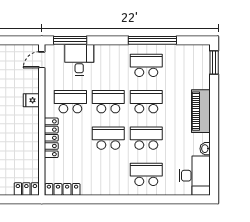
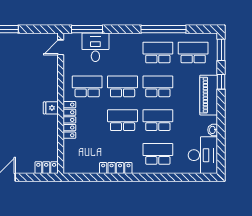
school desk: (184, 65) -> (193, 52), added
window: (214, 97) -> (221, 82), added
fridge: (31, 100) -> (51, 108), moved
locker: (63, 189) -> (116, 168), moved

